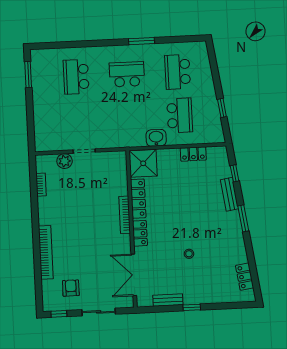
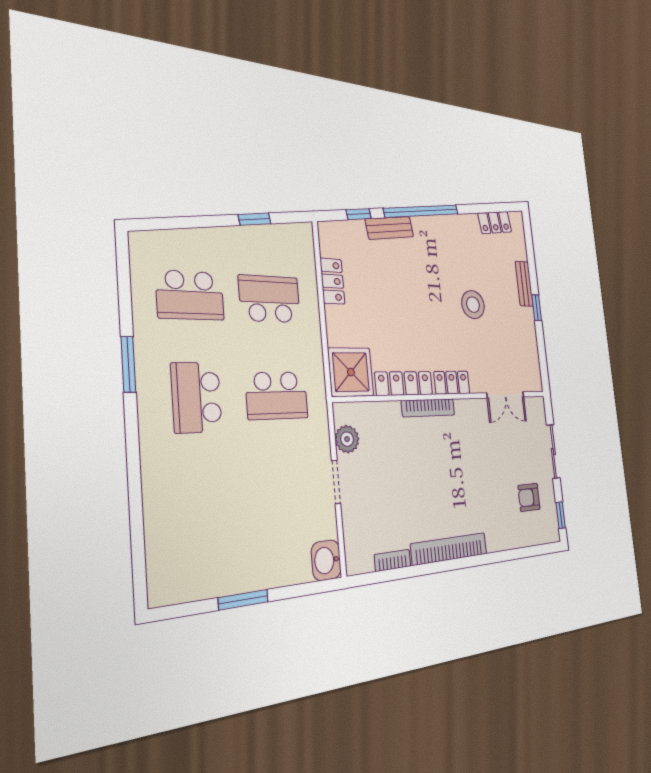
window: (28, 75) -> (243, 600), moved
school desk: (76, 77) -> (277, 396), moved
washbasin: (156, 138) -> (326, 560), moved
plant: (65, 161) -> (347, 439), moved
window: (243, 218) -> (421, 211), width x2.11
bookcase: (46, 252) -> (449, 549), moved
stool: (189, 254) -> (473, 305), width x1.89, depth x1.89
double door: (134, 275) -> (505, 395), width x0.73
bench: (168, 300) -> (524, 284), moved

